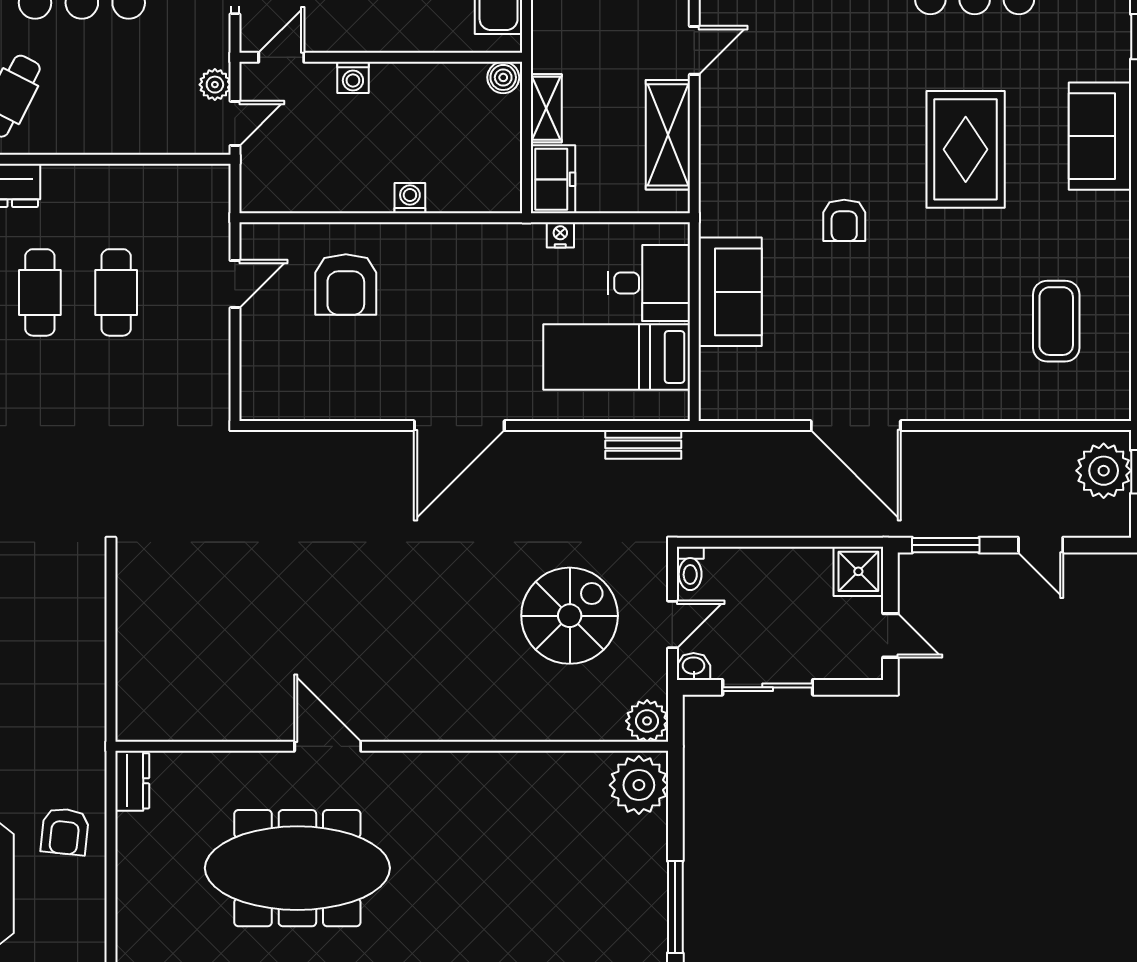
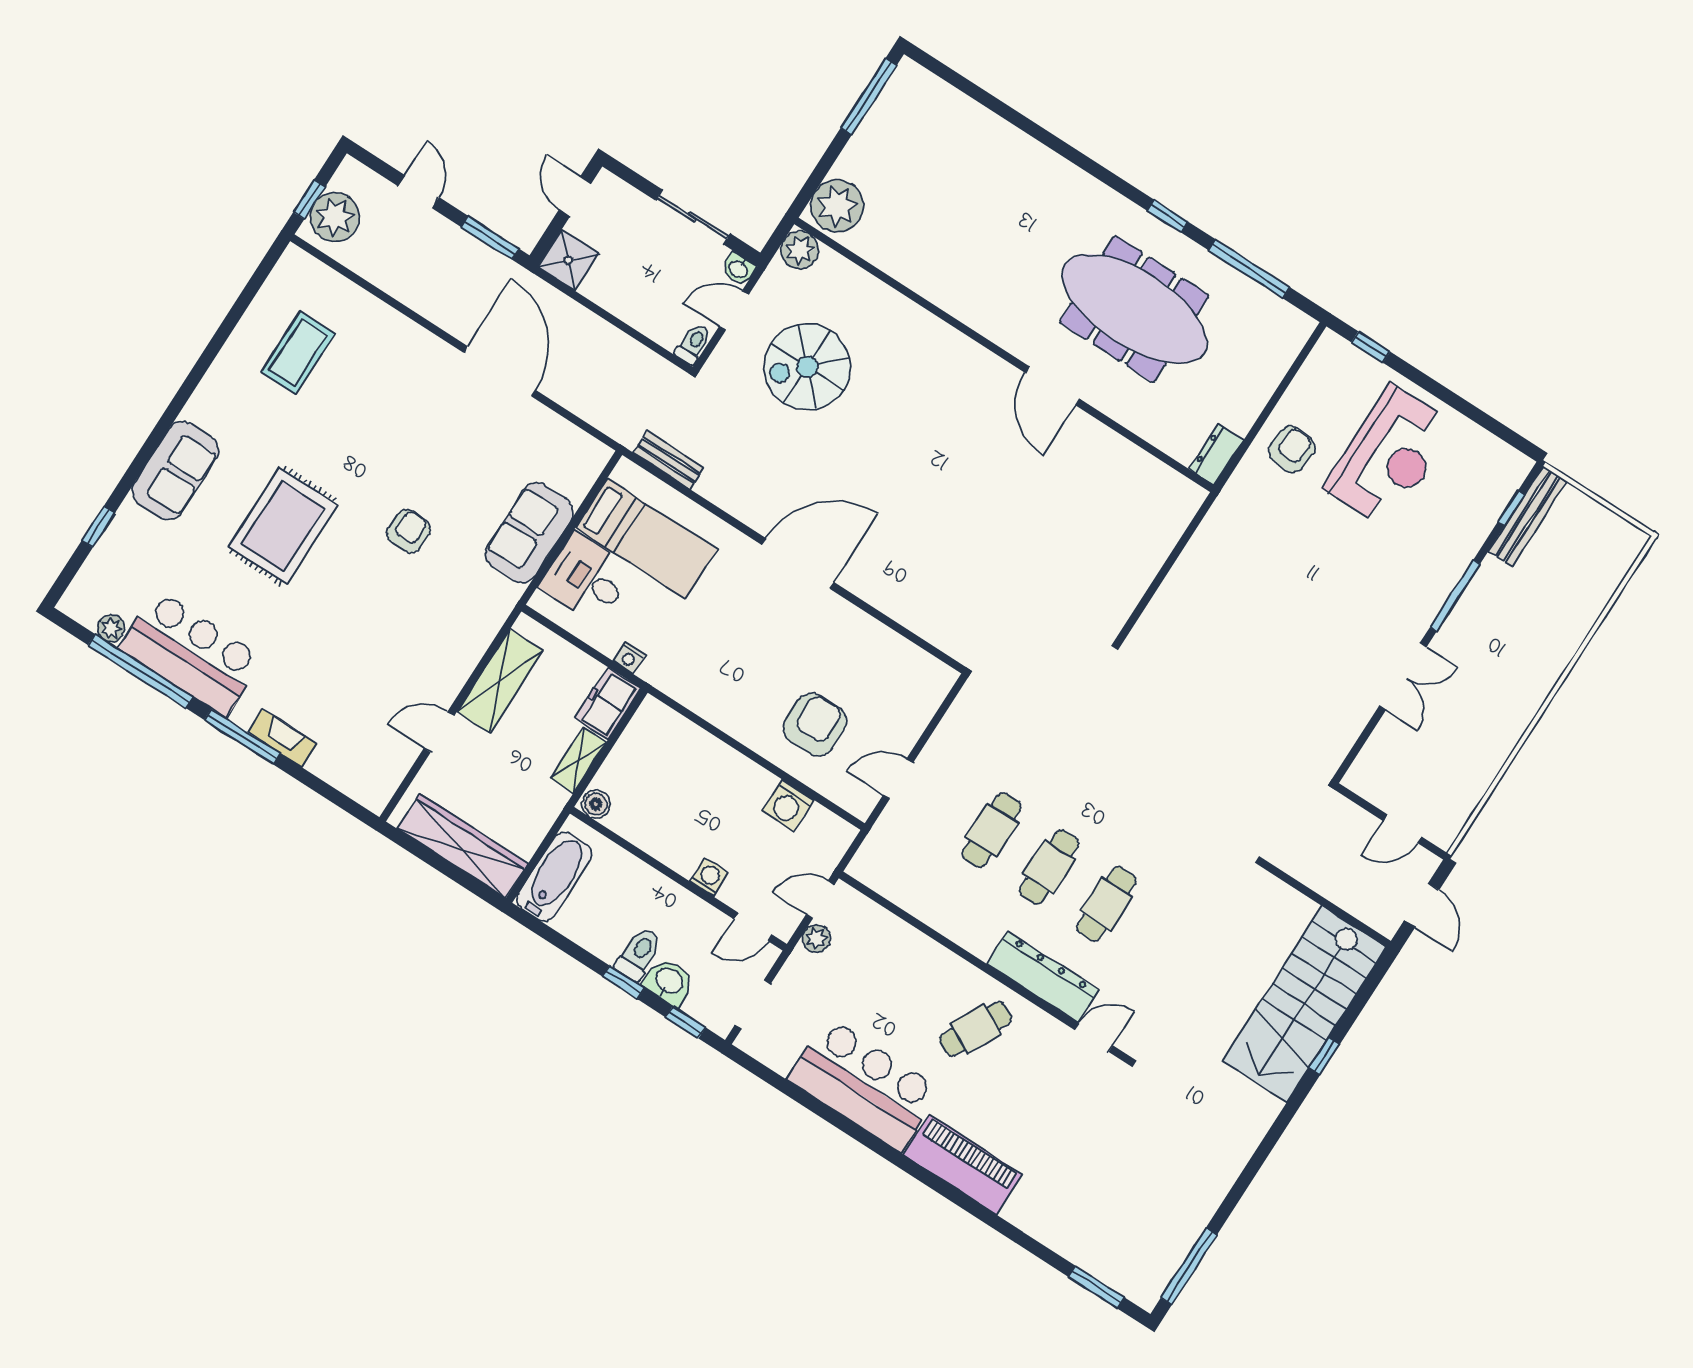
washing machine: (410, 198) -> (788, 805), moved, width x1.38, depth x1.38

